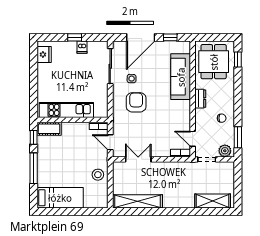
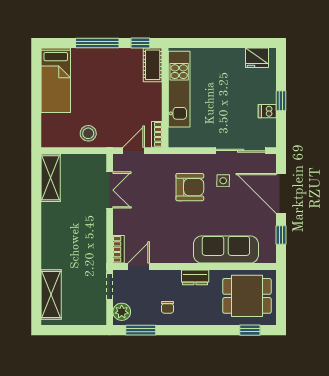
shelving: (137, 201) -> (51, 178), width x0.68

